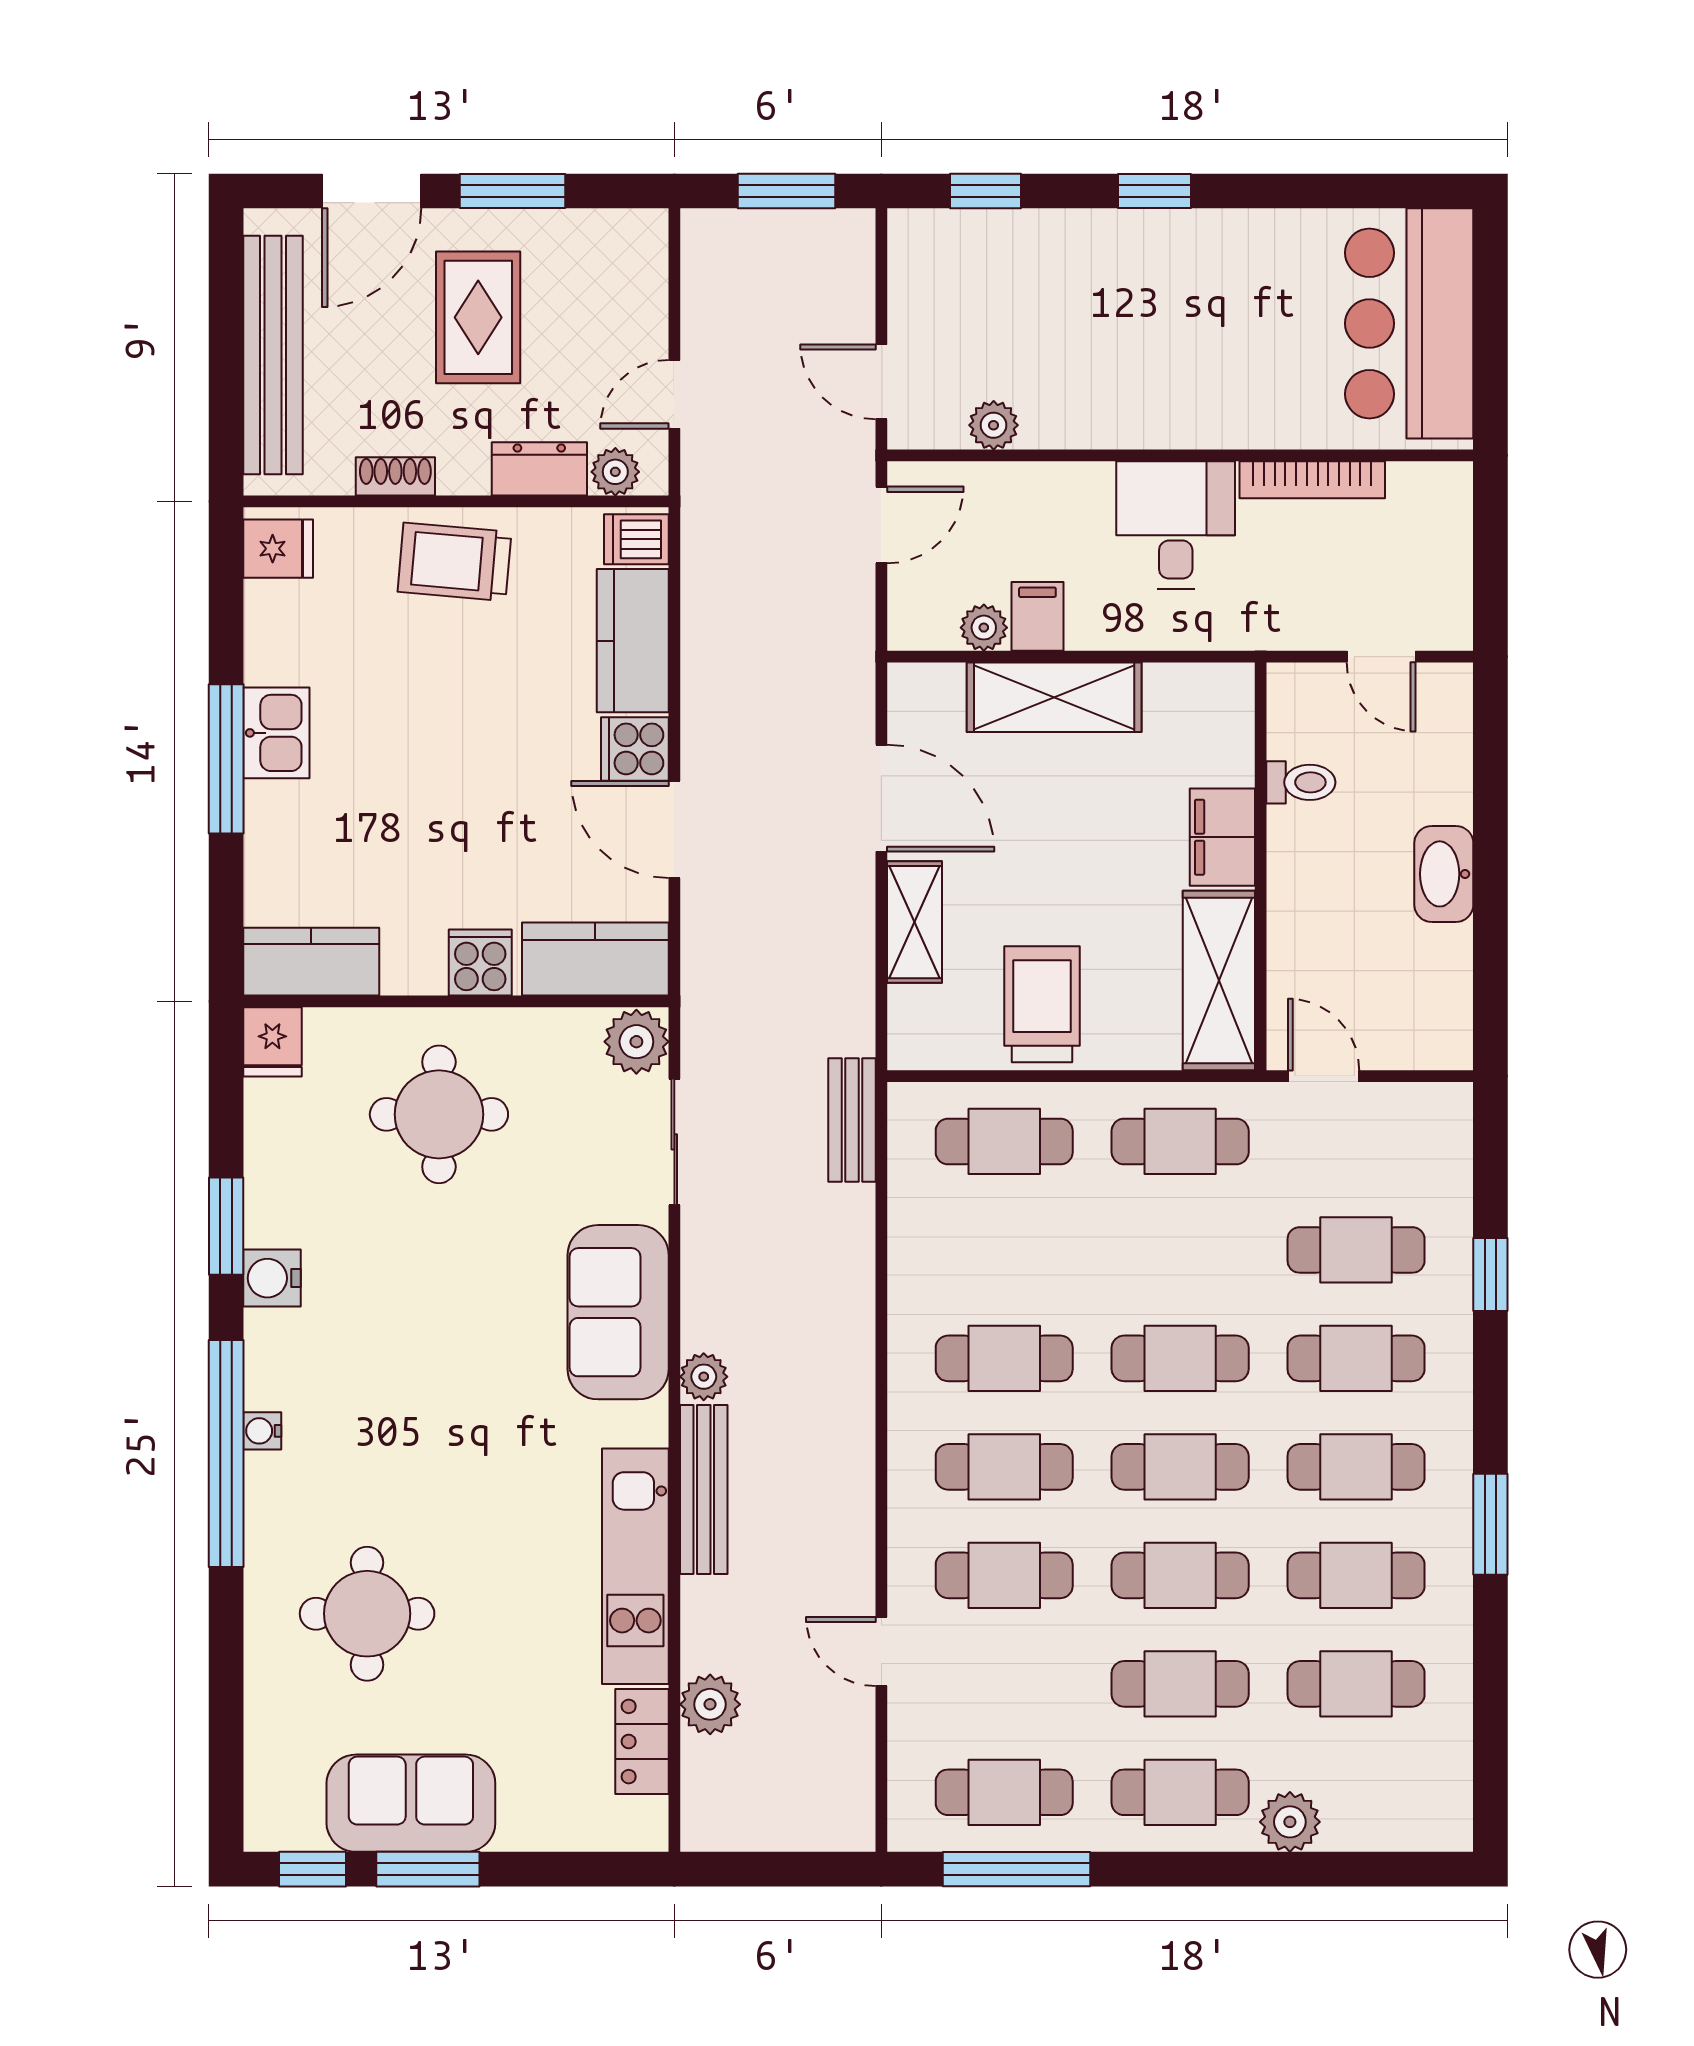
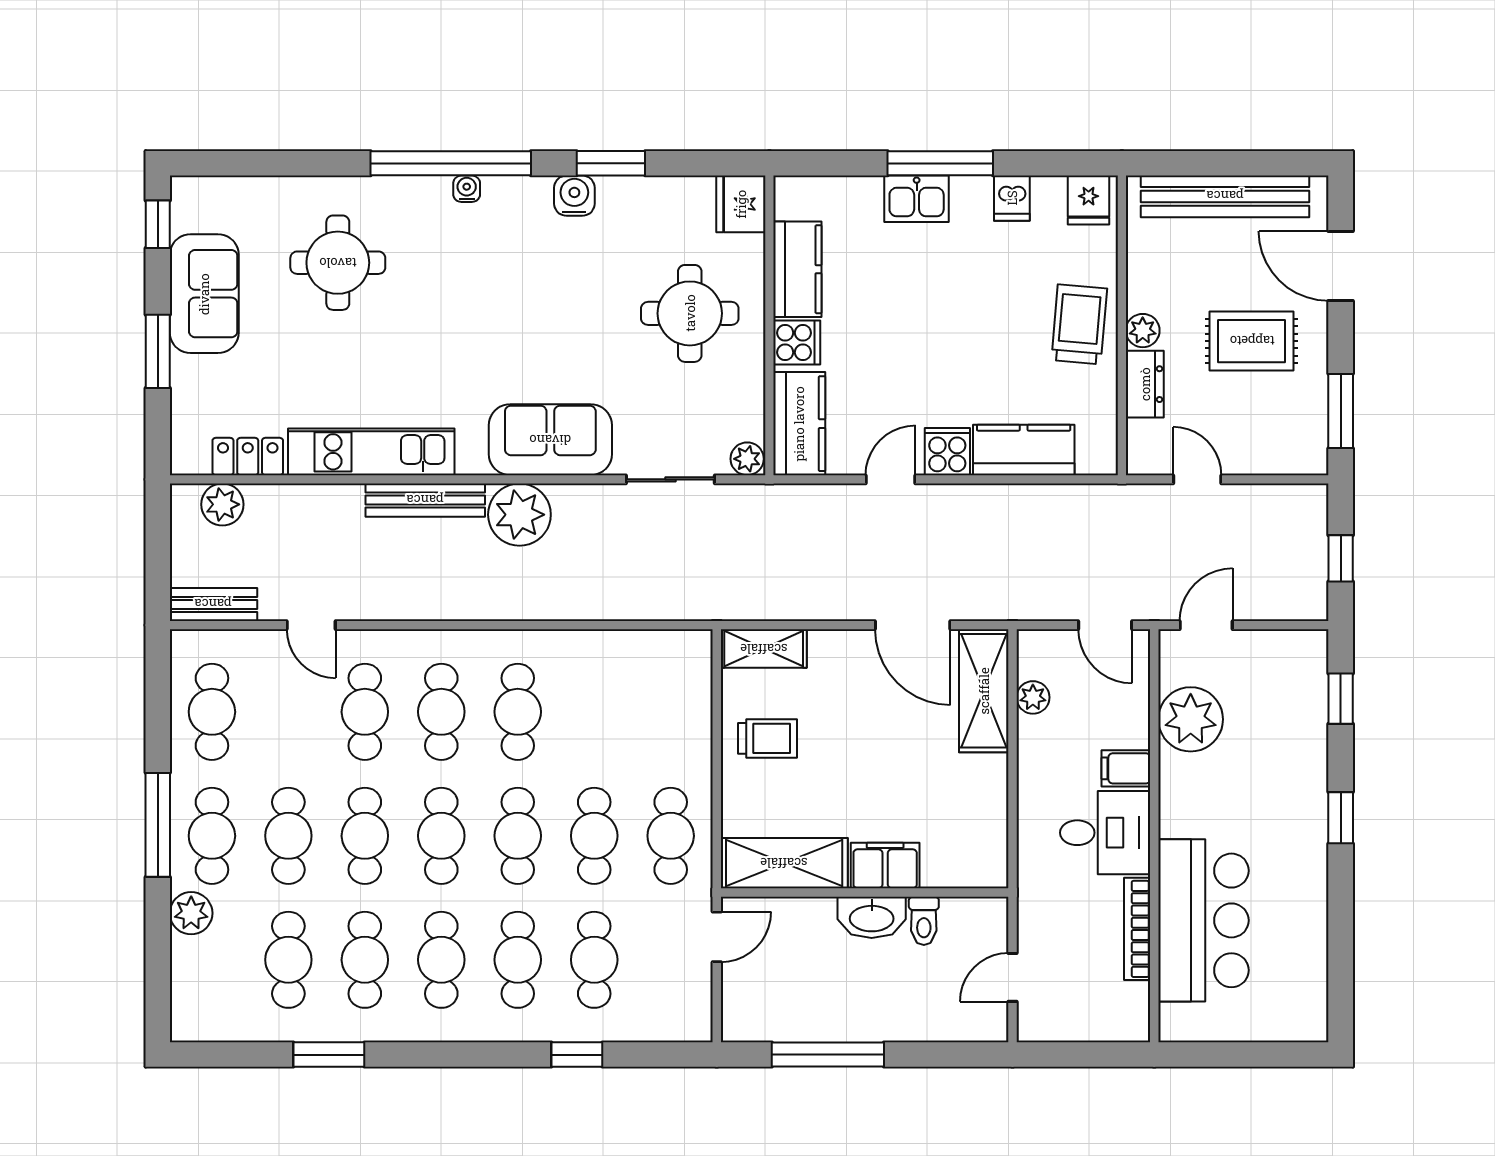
window: (512, 191) -> (1341, 411), moved
window: (787, 191) -> (1341, 558), width x0.67
bar counter: (1409, 323) -> (1203, 920), moved, turned 90
plant: (994, 425) -> (1191, 719), width x1.87, depth x1.87
plant: (615, 472) -> (1143, 331), moved
shoe rack: (395, 476) -> (1139, 283), removed
dishwasher: (636, 539) -> (1012, 198), moved, turned 180
filing cabinet: (1037, 616) -> (1126, 768), moved, turned 180
shelving: (1054, 697) -> (984, 691), moved
kitchen sink: (276, 733) -> (917, 199), moved
door: (881, 798) -> (913, 625), hinge flipped
door: (674, 830) -> (891, 479), width x0.73
washbasin: (1444, 874) -> (872, 917), moved, turned 180
window: (1490, 918) -> (828, 1055), added
shelving: (914, 922) -> (764, 649), moved
kitchen counter: (311, 962) -> (797, 269), moved
trolley: (1042, 1004) -> (767, 738), width x0.73, depth x0.72
fridge: (272, 1042) -> (741, 204), width x1.38
plant: (636, 1042) -> (747, 459), width x0.73, depth x0.73
bench: (852, 1120) -> (213, 604), moved
cafe table: (1004, 1141) -> (594, 836), moved
plant: (704, 1377) -> (519, 515), width x1.87, depth x1.87
window: (1490, 1524) -> (329, 1055), moved
door: (881, 1652) -> (311, 625), swing flipped
plant: (710, 1704) -> (222, 504), moved
window: (428, 1869) -> (158, 351), moved
window: (1016, 1869) -> (158, 825), moved

